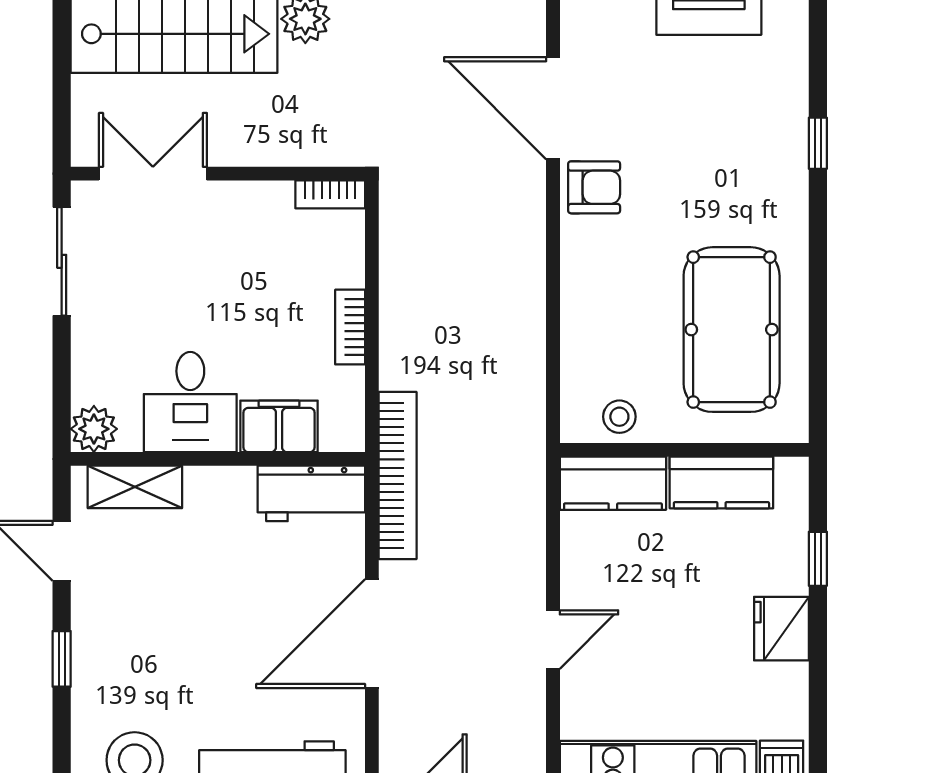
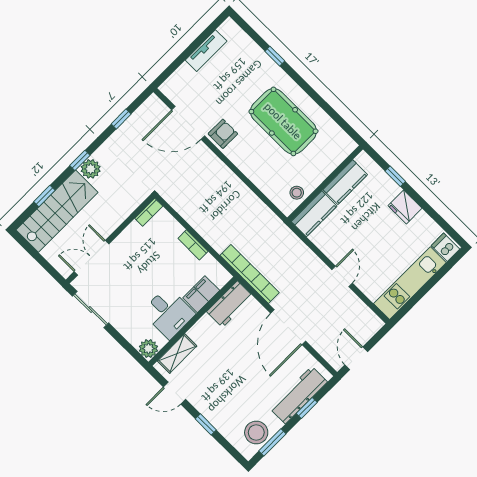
pool table: (732, 330) -> (283, 121), moved

